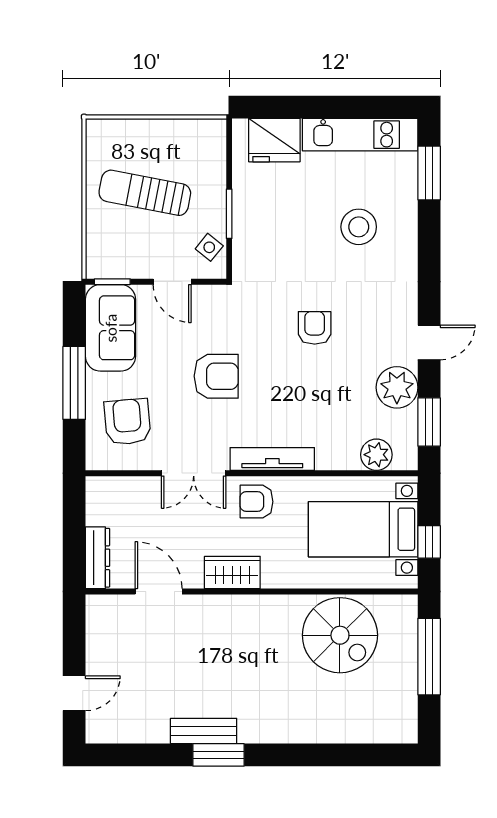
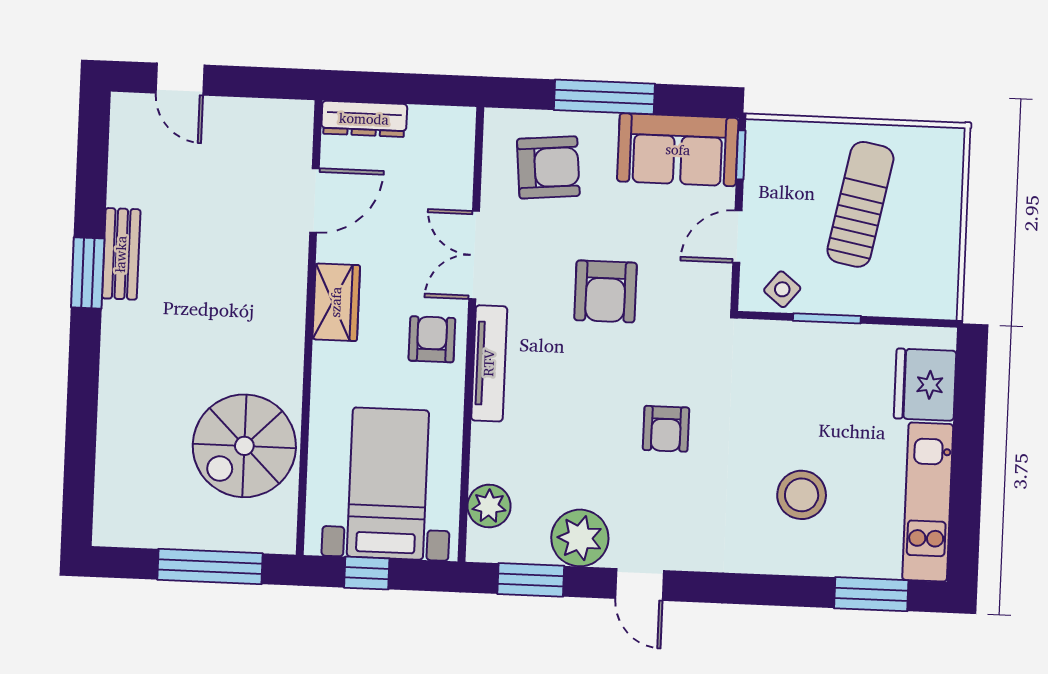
armchair: (315, 328) -> (666, 429), turned 90

